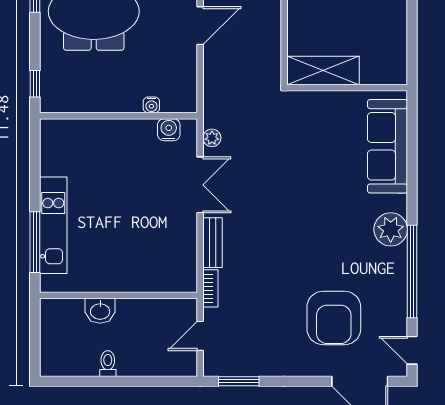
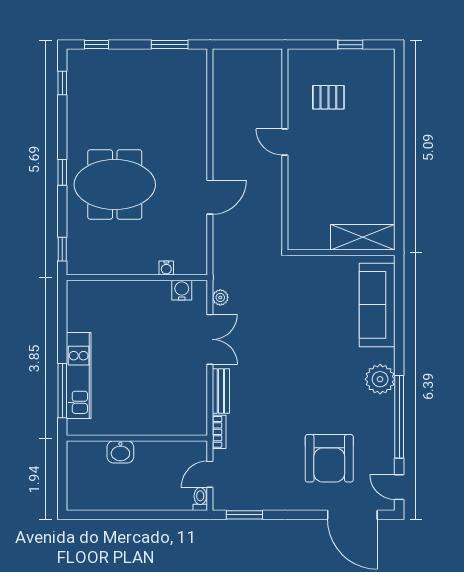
shelving: (323, 70) -> (363, 237), moved
toilet: (108, 364) -> (200, 499), moved

